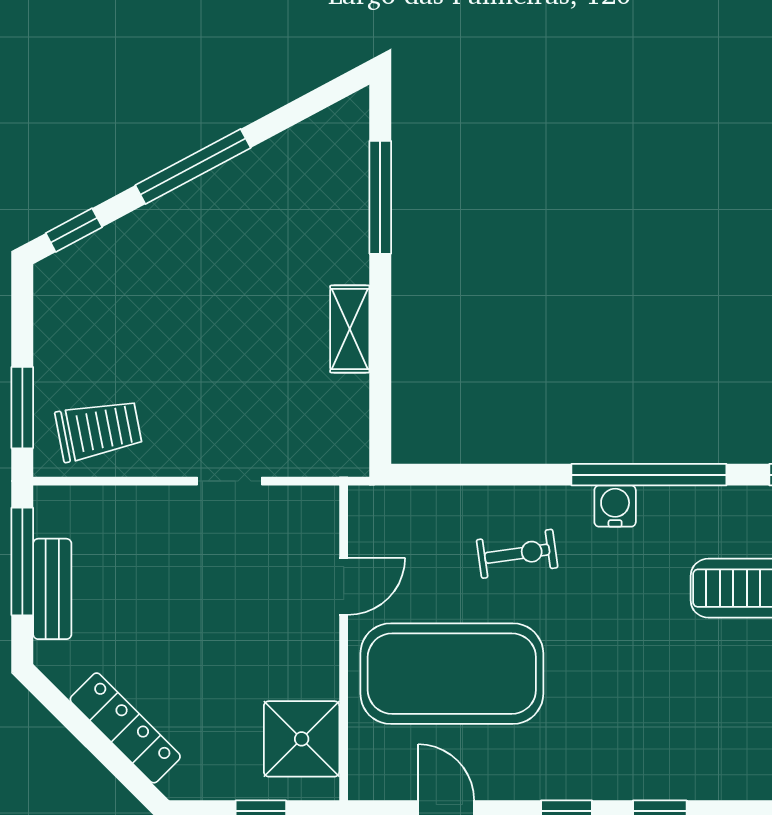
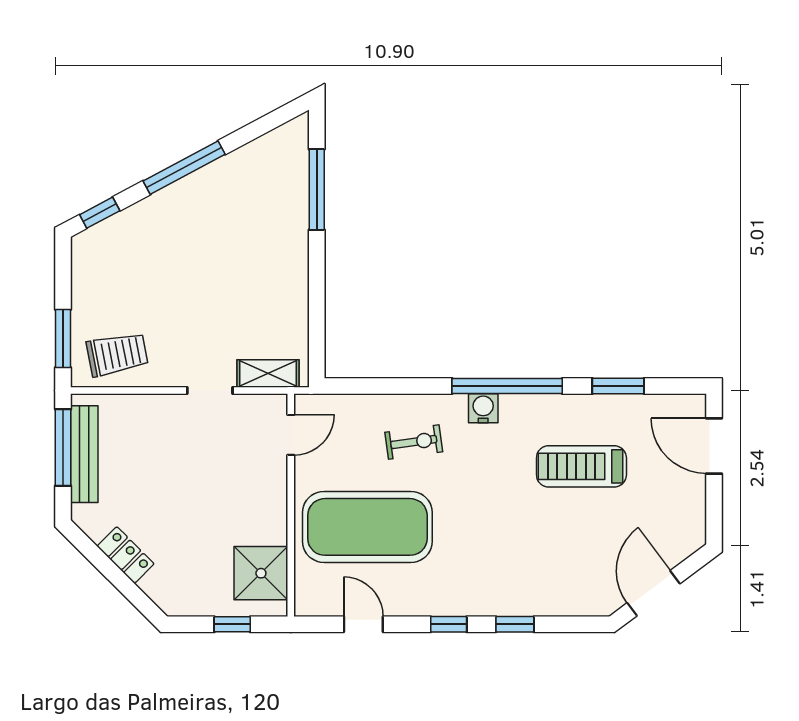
shelving: (350, 329) -> (268, 374), moved, turned 90
door: (344, 586) -> (291, 435), moved
bench: (52, 589) -> (84, 454), width x1.36
locker: (125, 728) -> (126, 555), width x0.66

